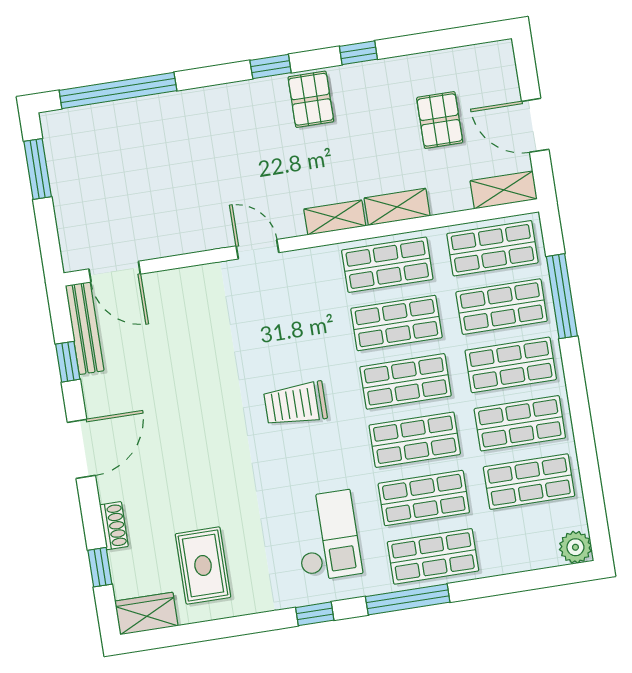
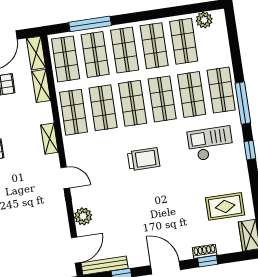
shelving: (397, 207) -> (41, 86), moved
door: (257, 249) -> (65, 178), swing flipped
plant: (182, 285) -> (83, 216), added
trolley: (295, 404) -> (144, 159), turned -90
plant: (575, 547) -> (204, 20), moved
window: (100, 567) -> (208, 261), moved

